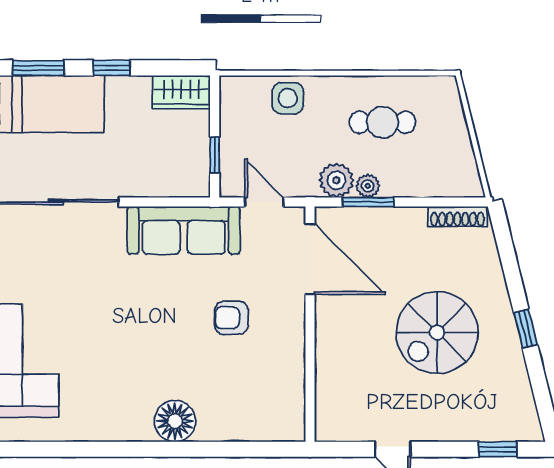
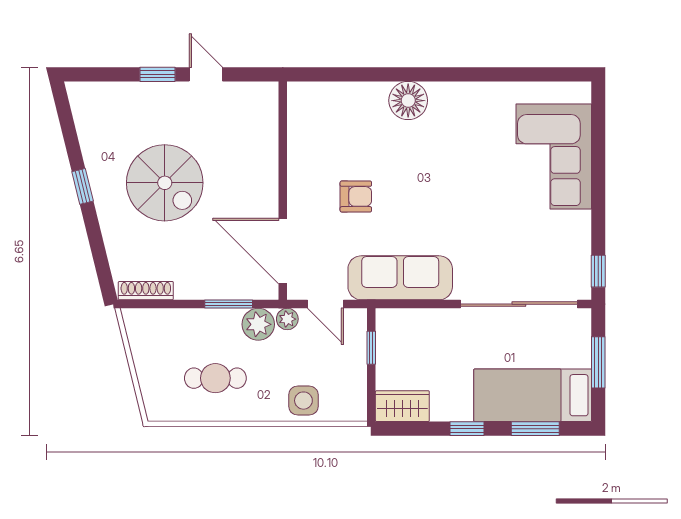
plant: (368, 186) -> (287, 319), moved
spiral stairs: (437, 332) -> (165, 183), turned 90
window: (498, 449) -> (157, 74), moved

